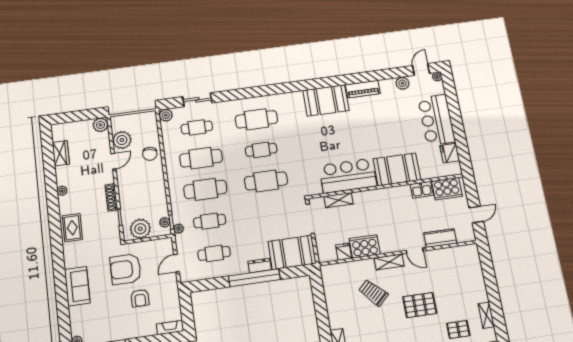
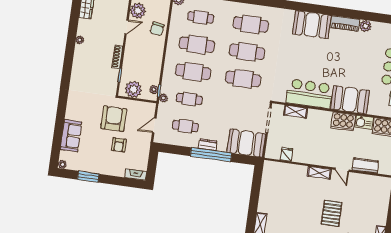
plant: (402, 83) -> (365, 26), moved
cafe table: (261, 150) -> (247, 52), width x1.37, depth x1.35
rug: (72, 228) -> (81, 73), removed
cooker: (365, 246) -> (343, 122), moved, turned 180
dresser: (260, 266) -> (208, 145), moved
armchair: (126, 269) -> (114, 119), turned 90
sofa: (77, 286) -> (71, 136), moved
trolley: (373, 293) -> (299, 193), removed
pallet: (420, 305) -> (332, 213), turned 90

